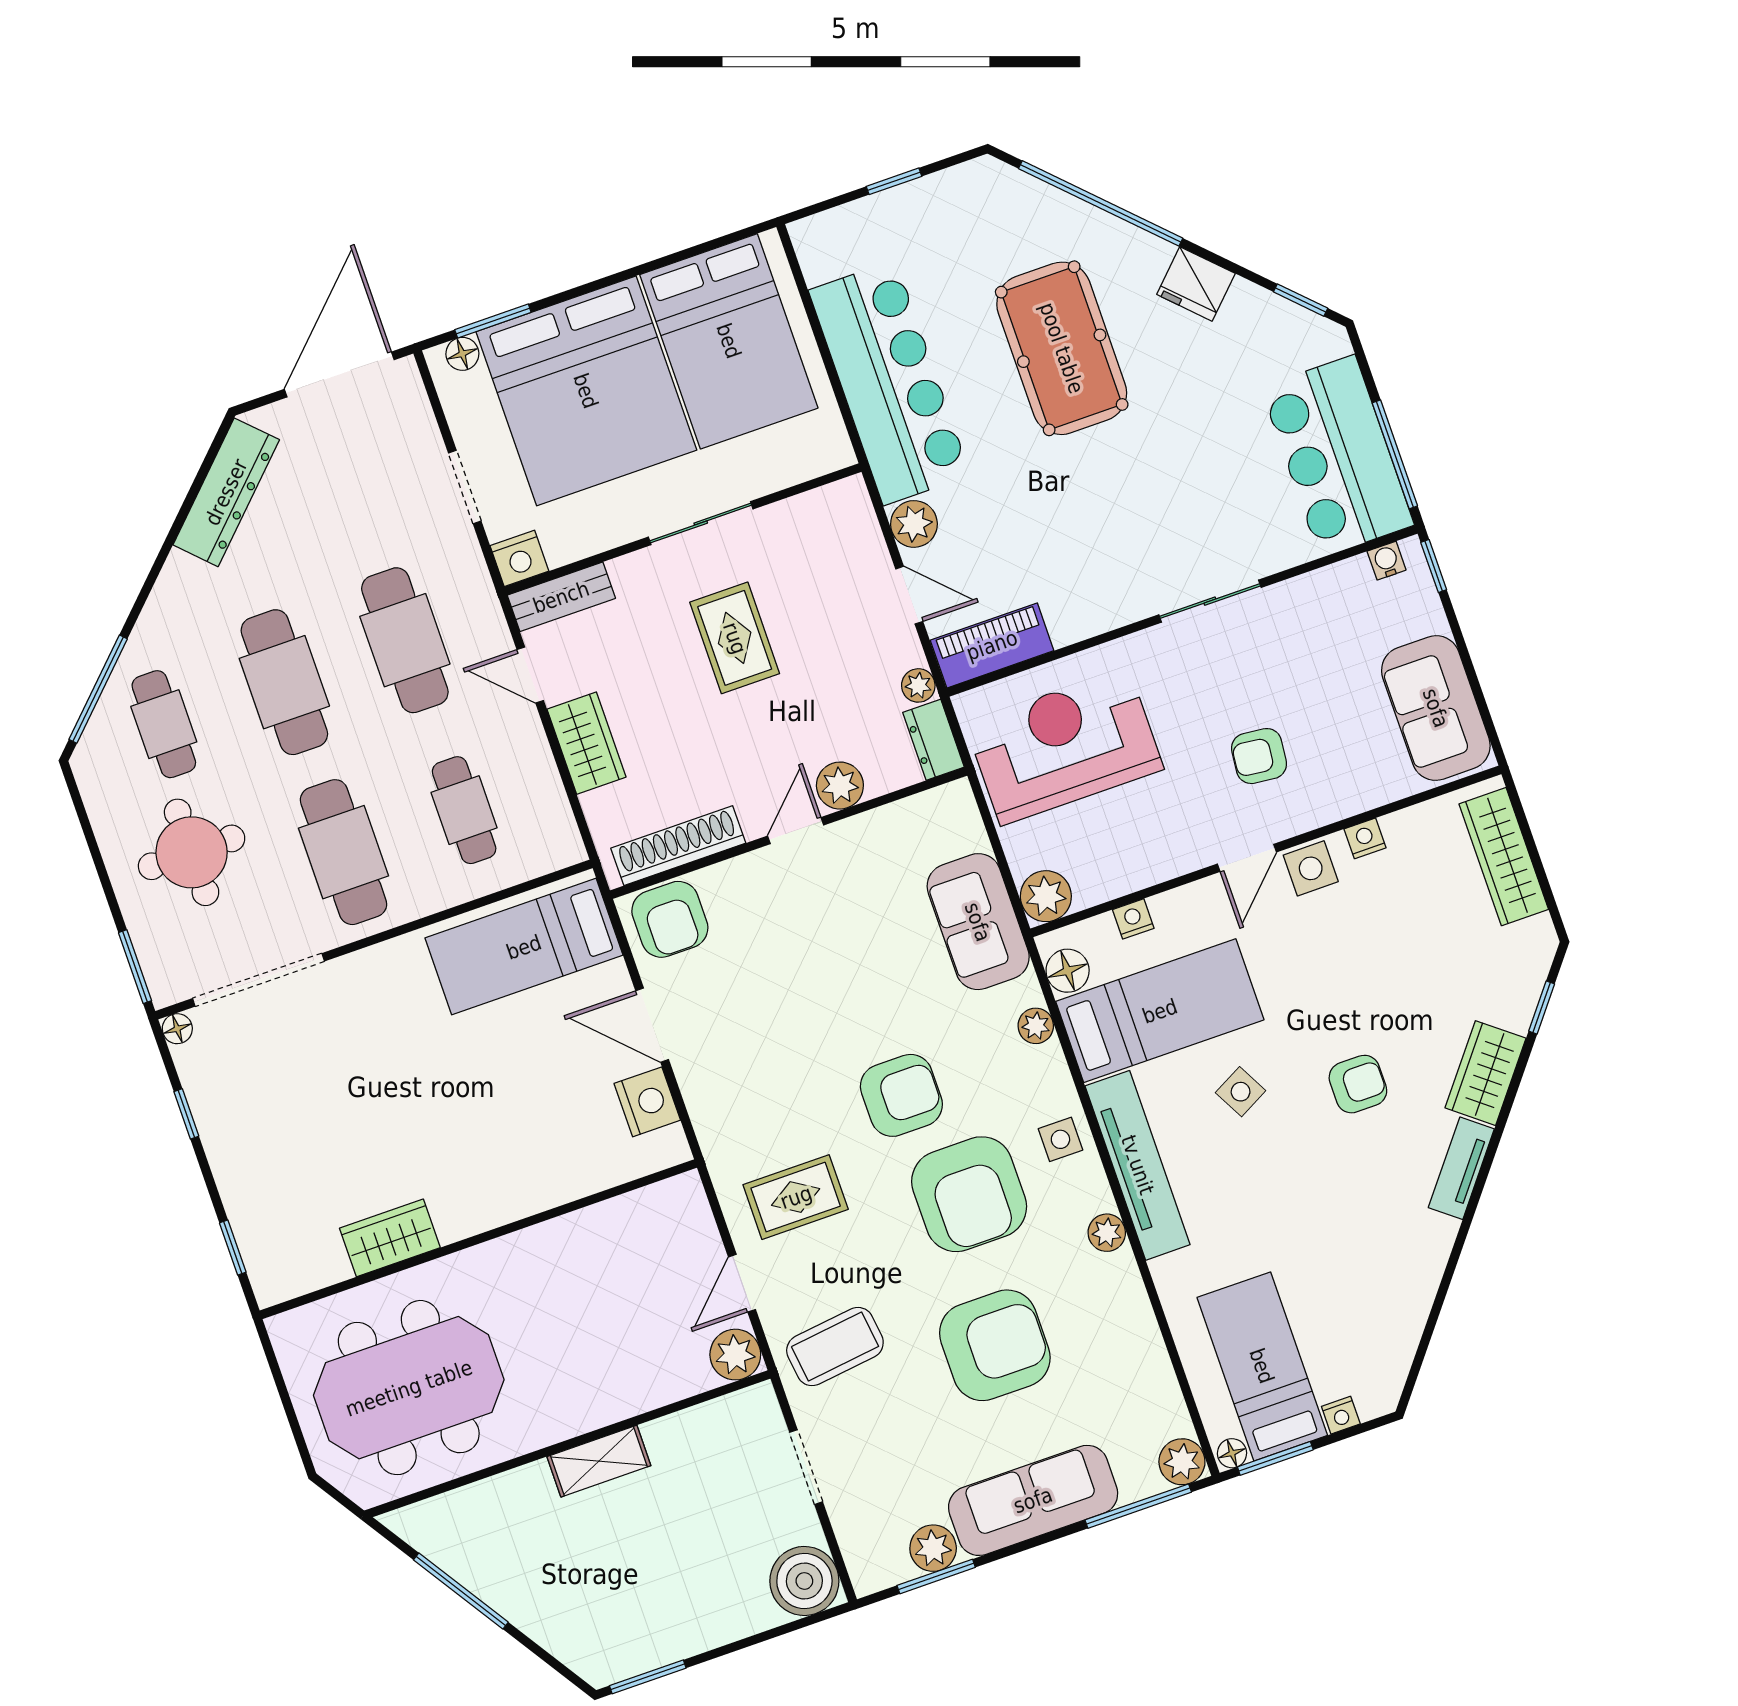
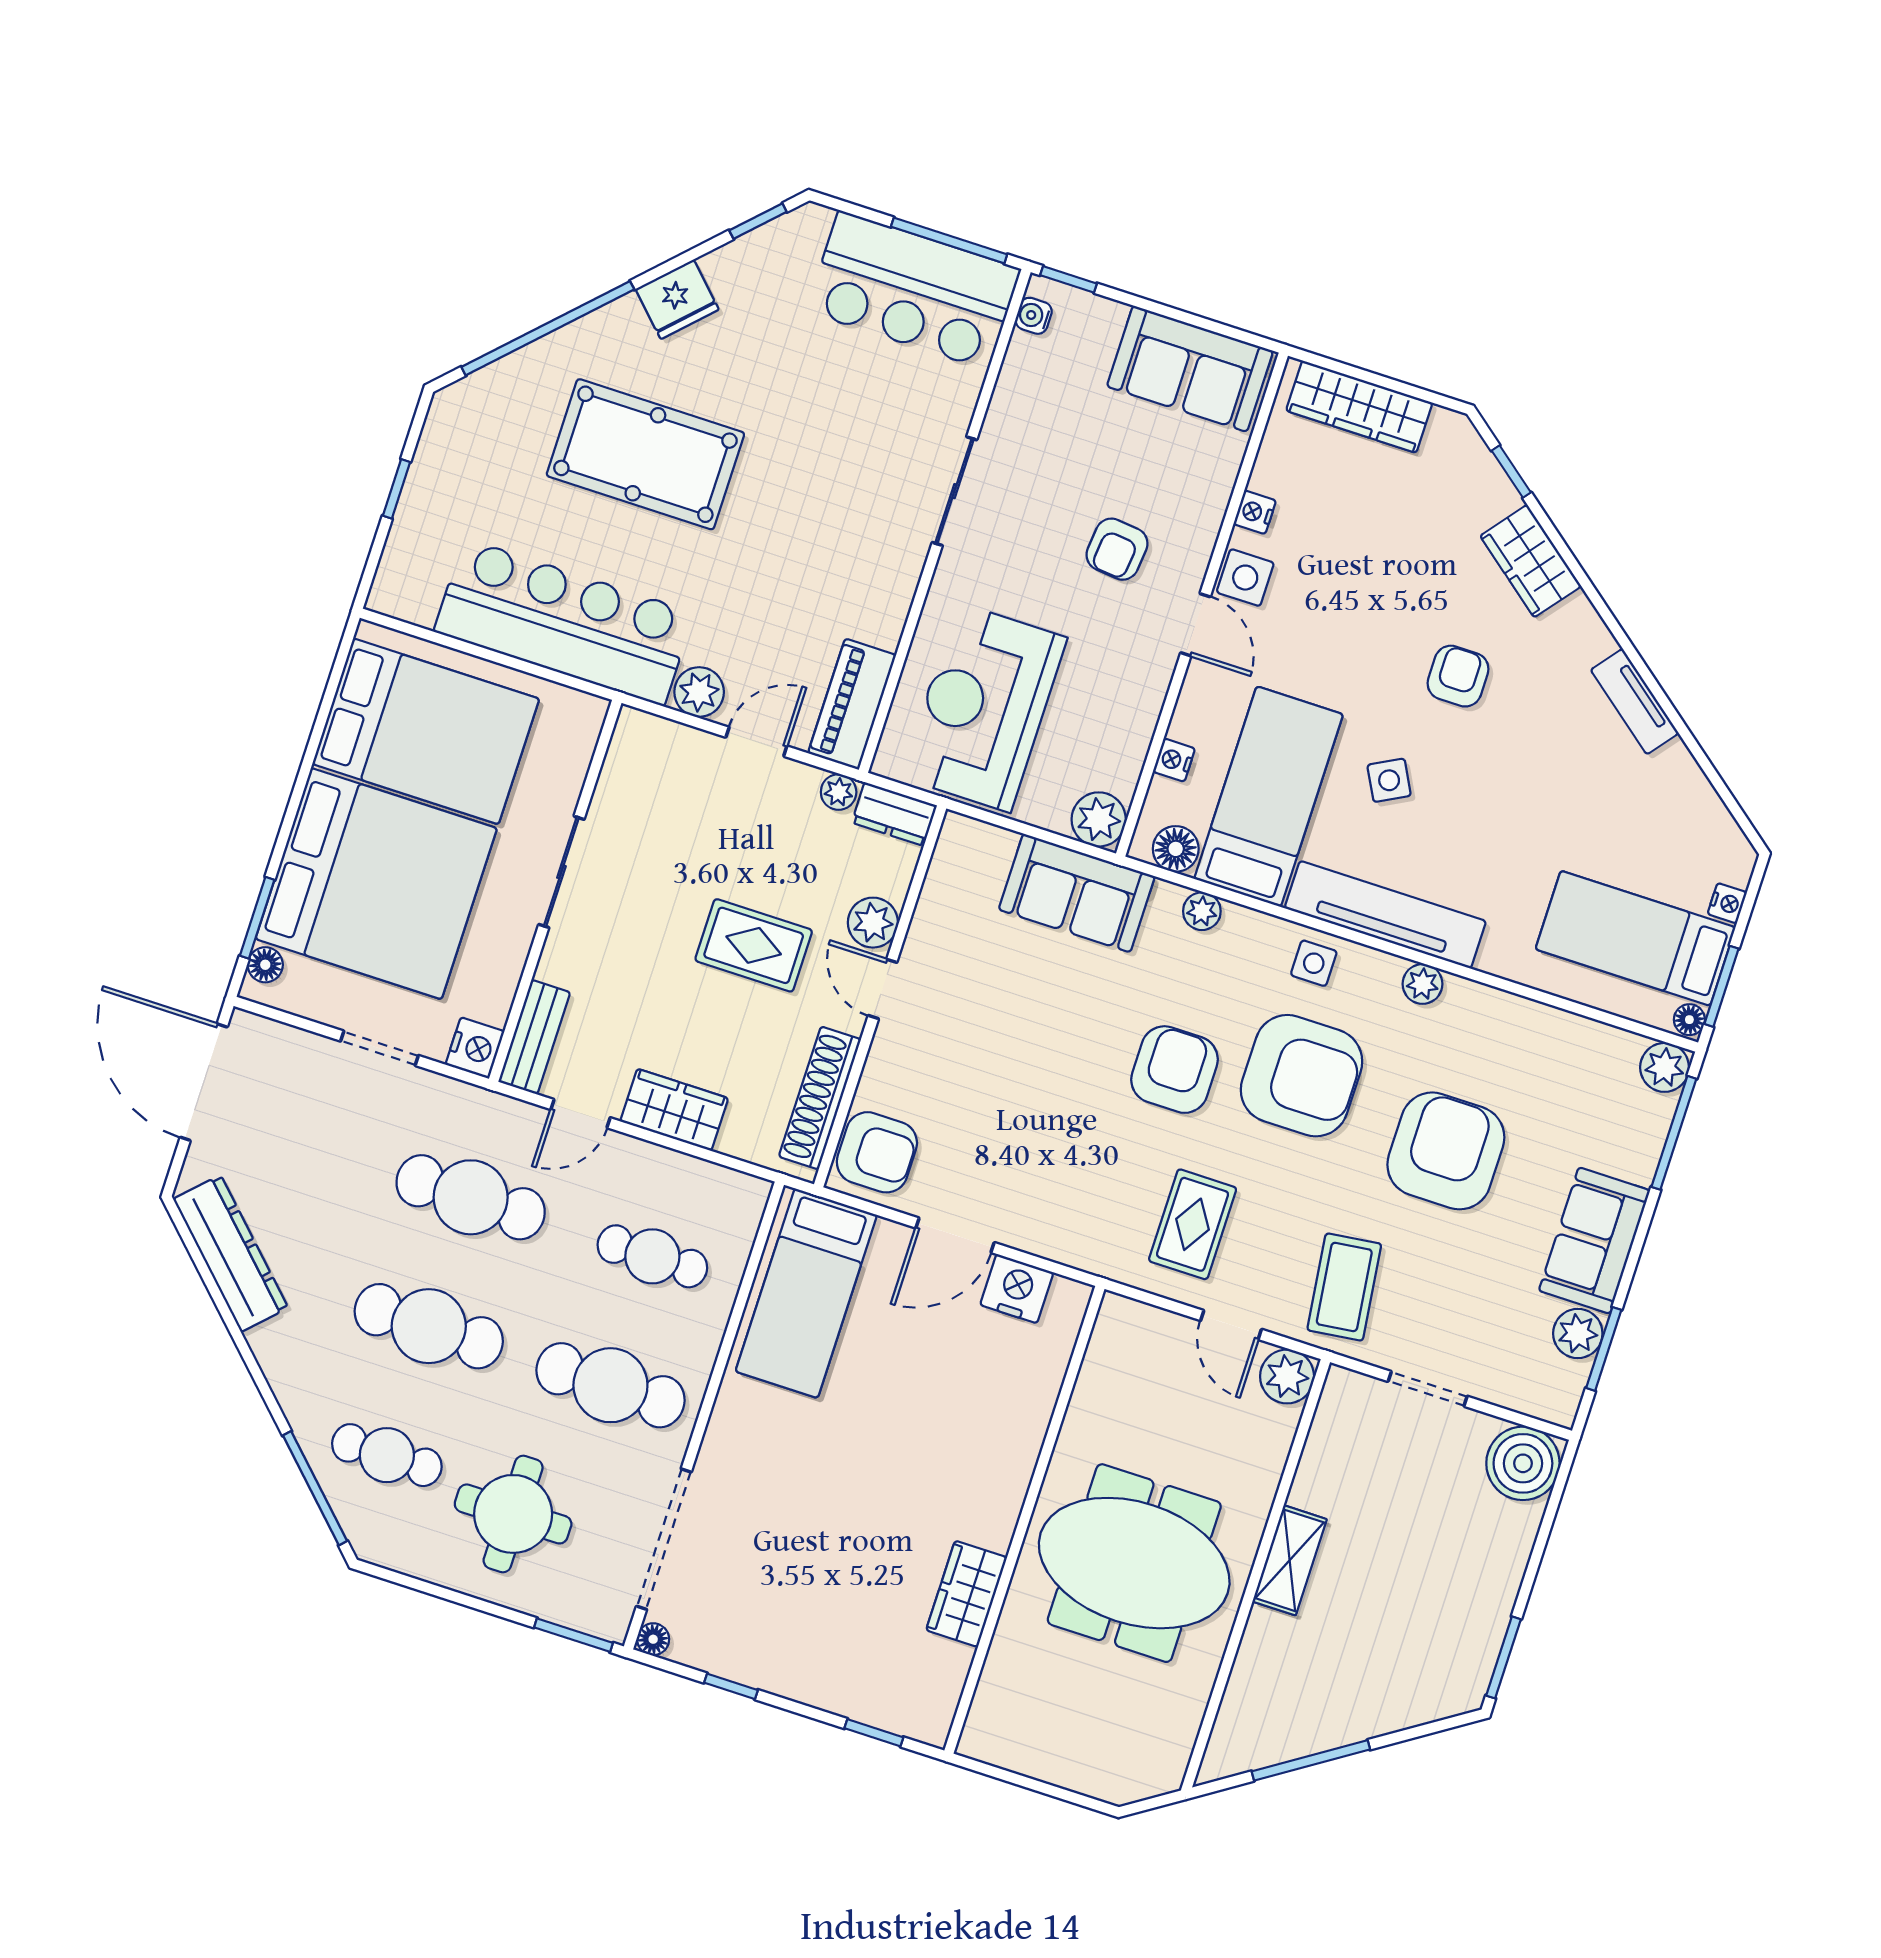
rug: (735, 638) -> (754, 945), moved
tv unit: (1461, 1168) -> (1635, 702), moved
meeting table: (409, 1388) -> (1134, 1563), moved, turned 90
sofa: (1033, 1500) -> (1594, 1241), width x0.73

